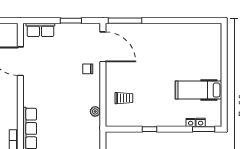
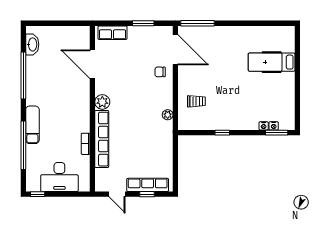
hospital bed: (199, 90) -> (272, 62), moved
plant: (30, 99) -> (102, 102), added

